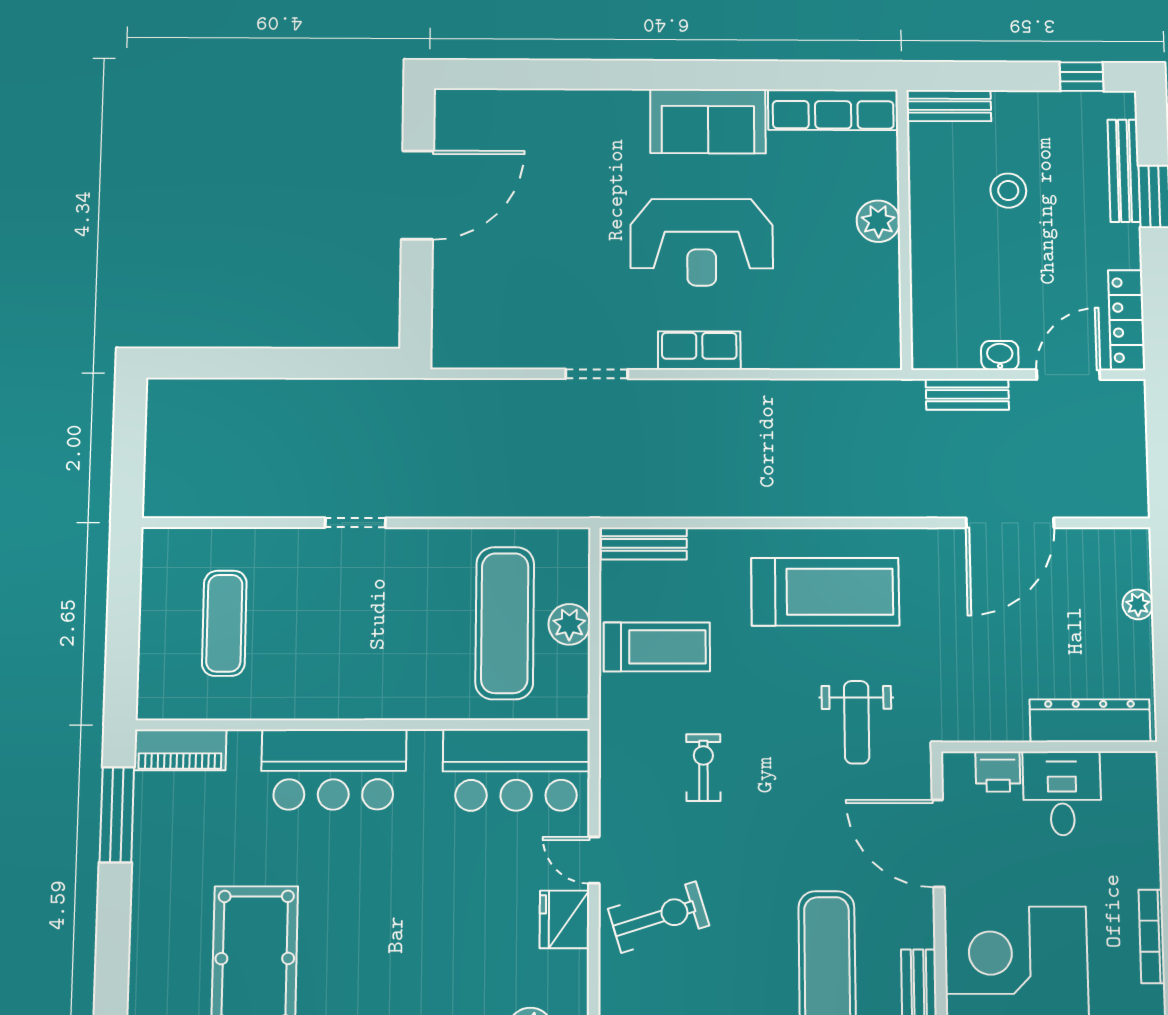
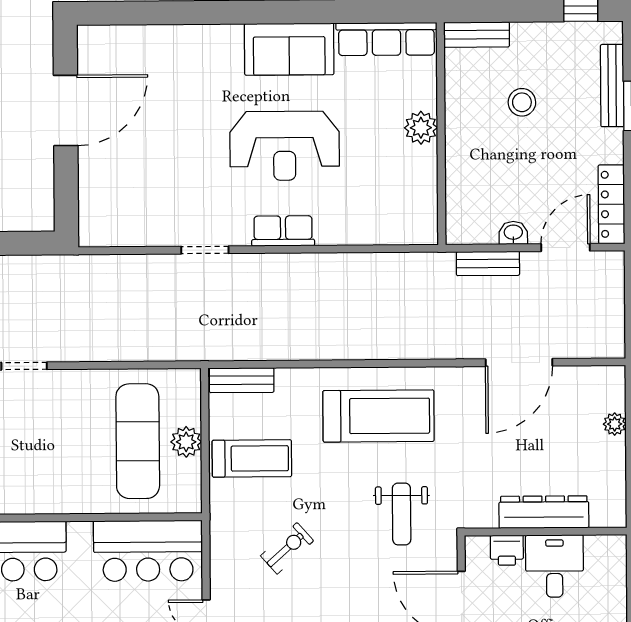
dresser: (1090, 721) -> (544, 512), moved
exercise bike: (703, 767) -> (287, 548), turned 48

